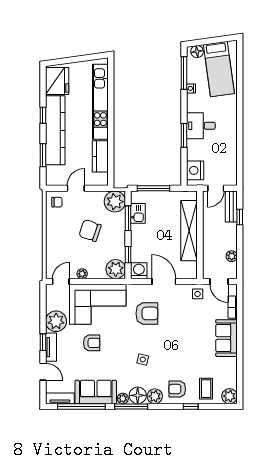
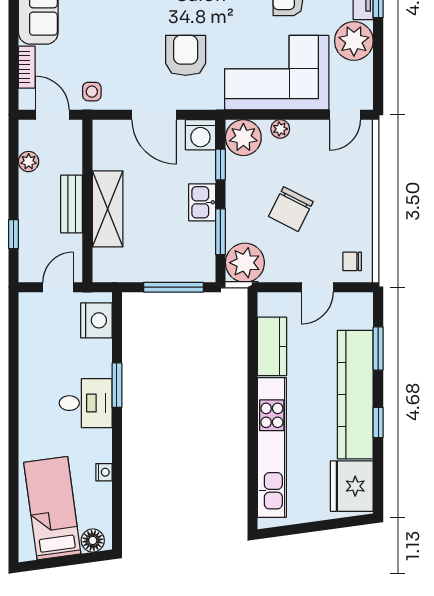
window: (184, 73) -> (117, 501), removed
bench: (231, 207) -> (72, 204), moved
kitchen sink: (138, 213) -> (202, 202), moved
chair: (90, 231) -> (291, 209), turned 98
shelving: (189, 231) -> (108, 209), width x0.68
plant: (82, 274) -> (280, 129), moved
armchair: (147, 313) -> (186, 55), turned 90

